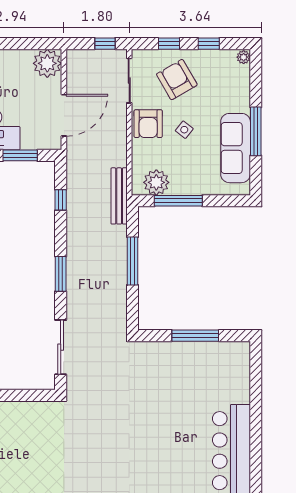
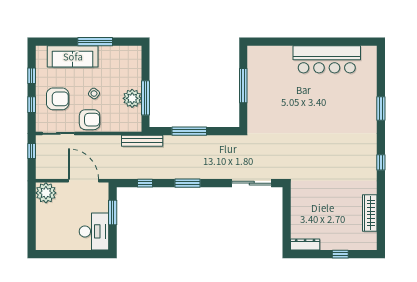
plant: (244, 57) -> (41, 51), removed
armchair: (177, 80) -> (58, 99), turned -150
sofa: (236, 148) -> (73, 56), moved
plant: (156, 182) -> (132, 98), moved
window: (61, 274) -> (187, 183), moved

